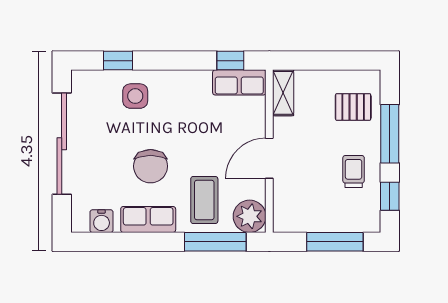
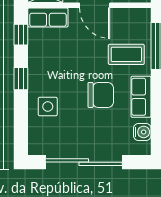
window: (118, 61) -> (21, 79), moved
row of seats: (239, 82) -> (48, 17), moved, turned 90
plant: (250, 216) -> (139, 20), removed

